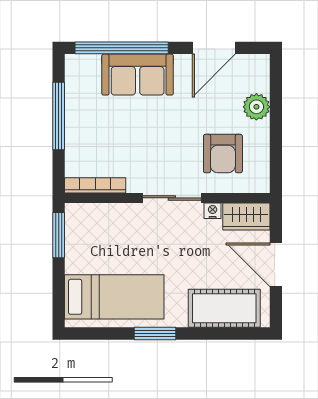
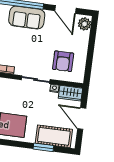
door: (214, 48) -> (65, 9), hinge flipped
plant: (256, 107) -> (85, 24), moved
window: (155, 333) -> (43, 147), moved

